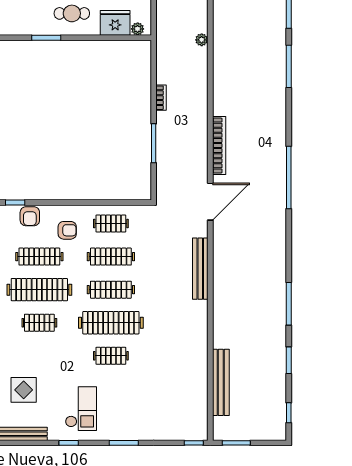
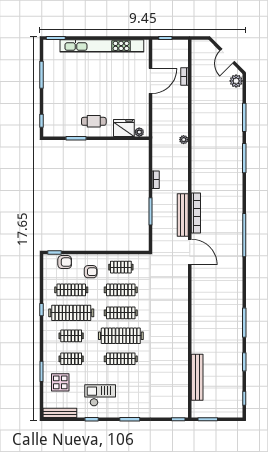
door: (210, 202) -> (190, 252), hinge flipped
armchair: (30, 216) -> (65, 262), turned -90
bench: (200, 269) -> (183, 215), moved
clothes rail: (39, 356) -> (71, 359), added
clothes rail: (111, 356) -> (121, 359), width x1.36
checkout: (81, 409) -> (100, 395), turned -90

